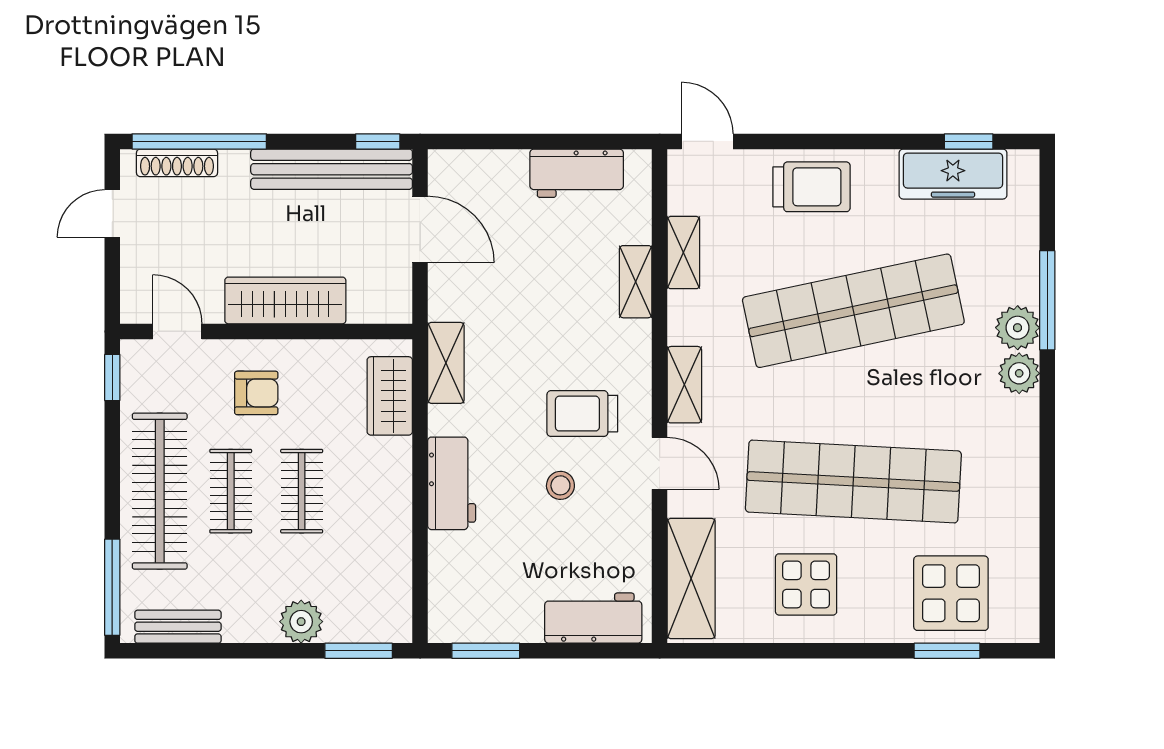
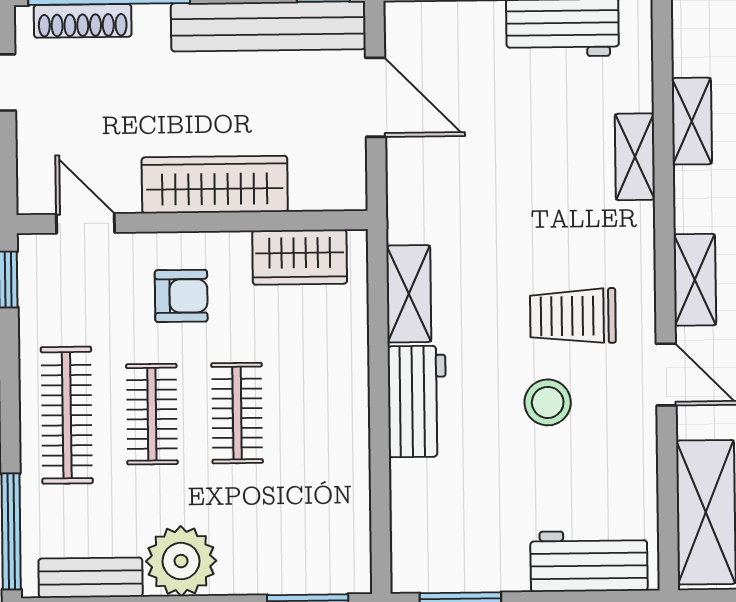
shelving: (446, 363) -> (409, 294), moved
wardrobe: (390, 396) -> (300, 257), moved, turned -90
stool: (560, 485) -> (548, 402), width x1.37, depth x1.37
clothes rail: (160, 491) -> (67, 415), width x0.73, depth x0.76
plant: (301, 622) -> (181, 561), moved, width x1.36, depth x1.36

